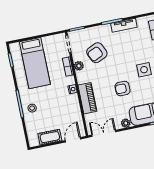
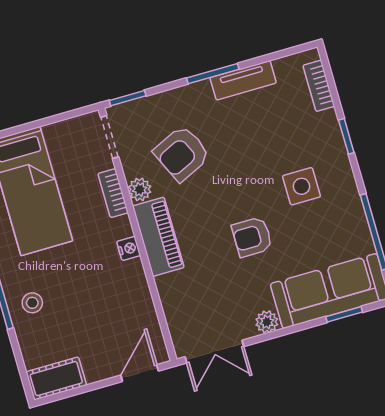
piano: (87, 98) -> (158, 237), moved
double door: (104, 133) -> (214, 352), swing flipped
cot: (50, 137) -> (56, 379), moved

